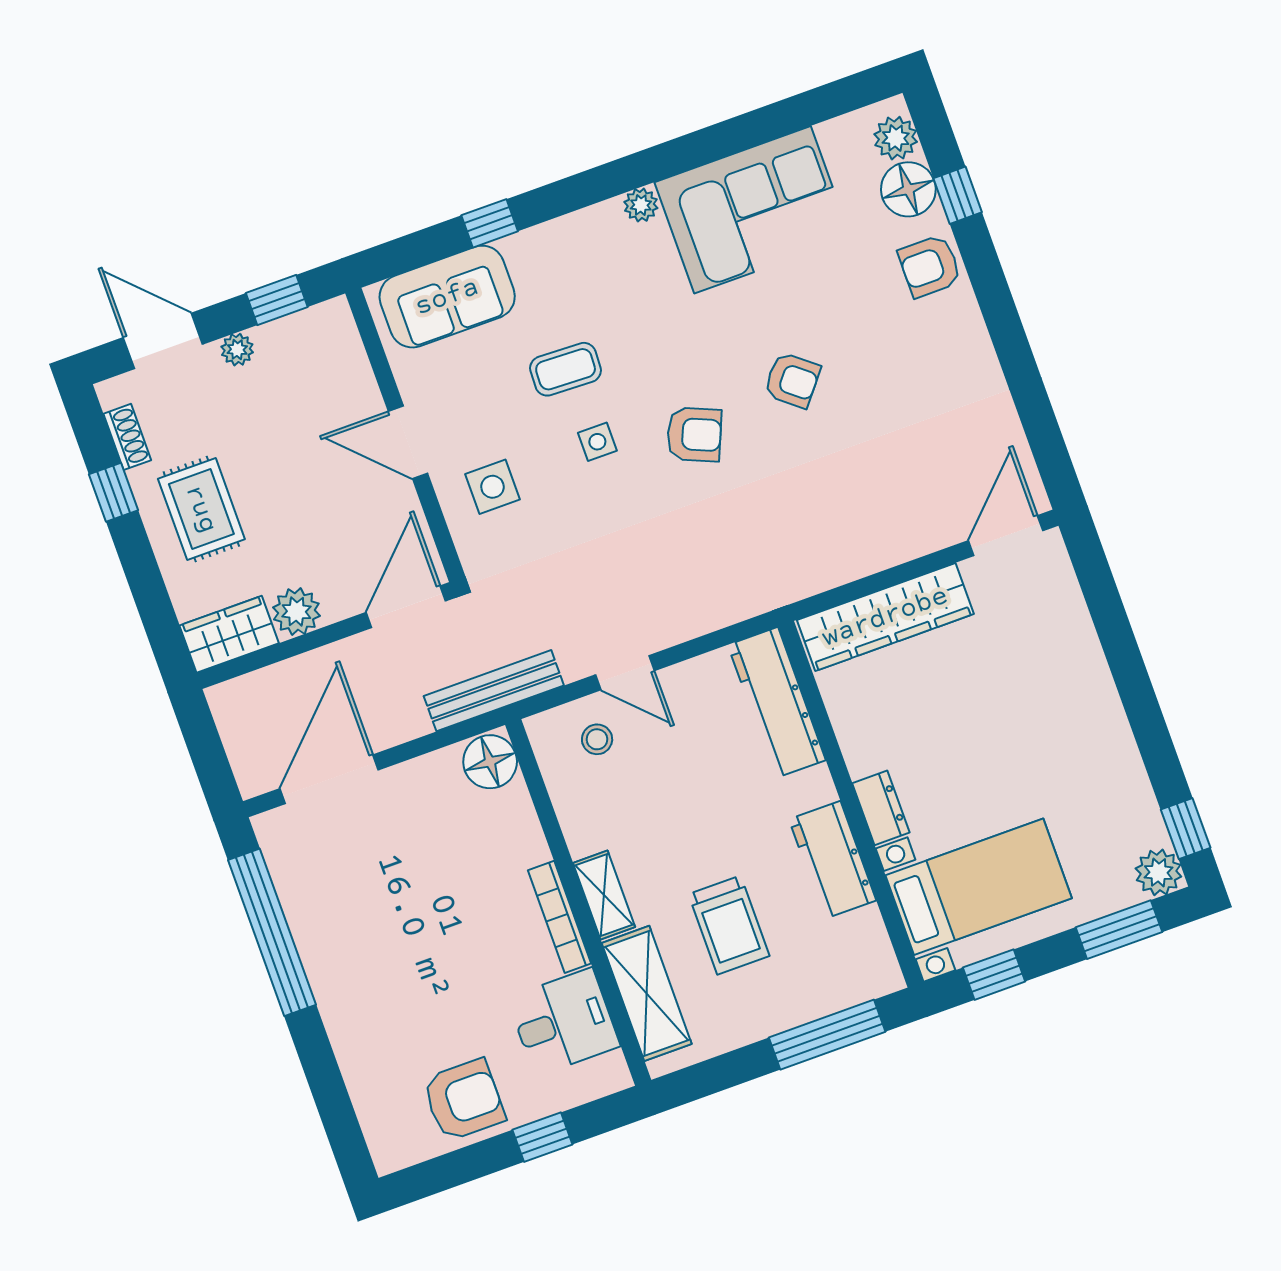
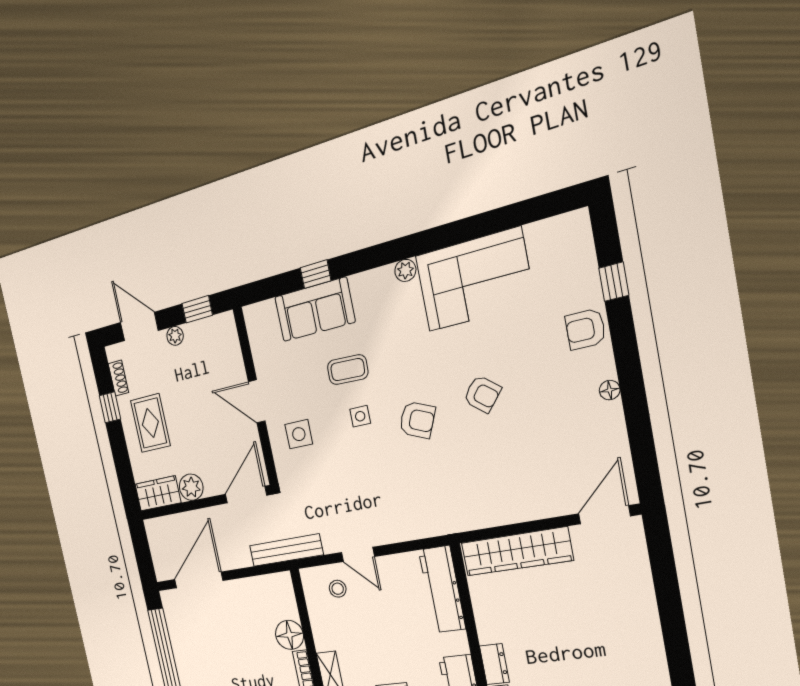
plant: (896, 138) -> (578, 238), removed
floor lamp: (908, 189) -> (610, 390), moved, width x0.53, depth x0.53
sofa: (447, 297) -> (315, 309), moved
floor lamp: (490, 762) -> (289, 635), moved

